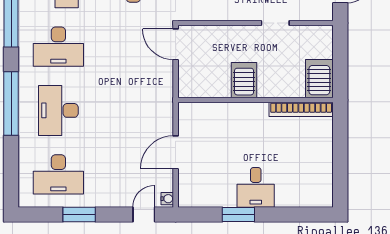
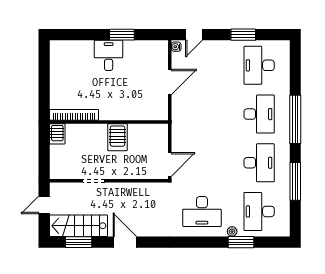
door: (176, 44) -> (170, 164), hinge flipped
desk: (58, 47) -> (259, 163), turned 90
server rack: (319, 79) -> (57, 134), width x0.73, depth x0.70
desk: (58, 174) -> (259, 65), turned -90

